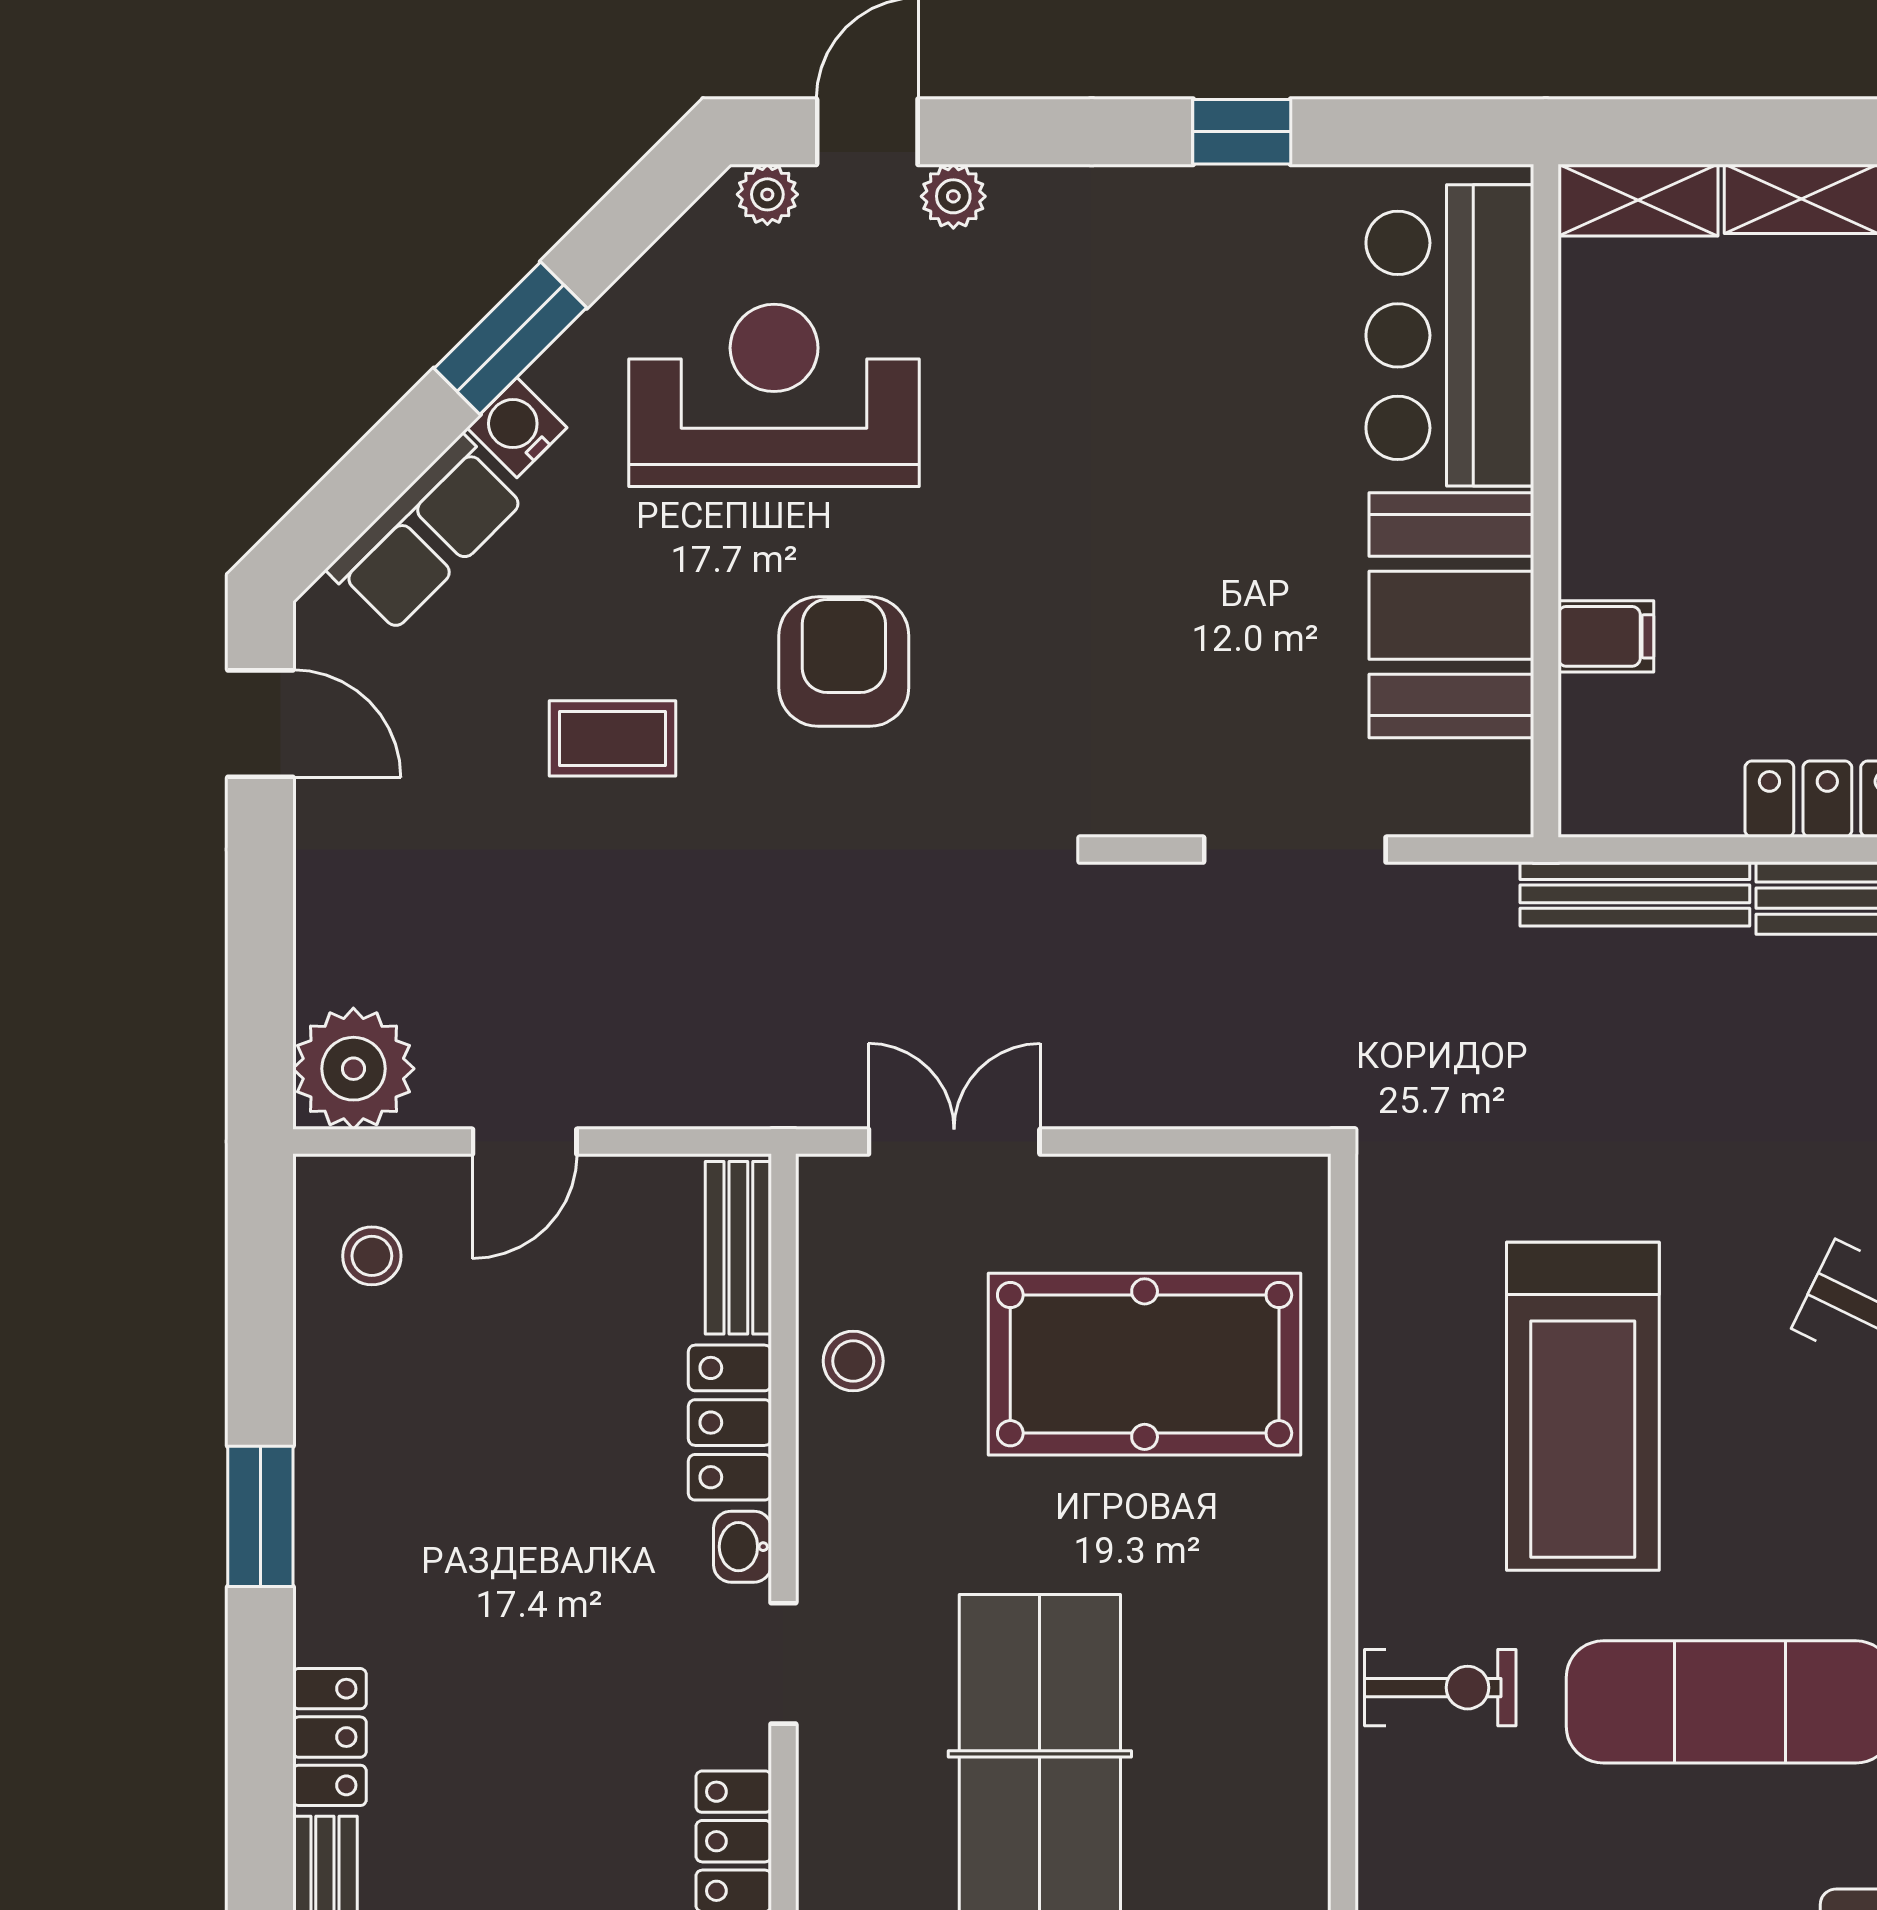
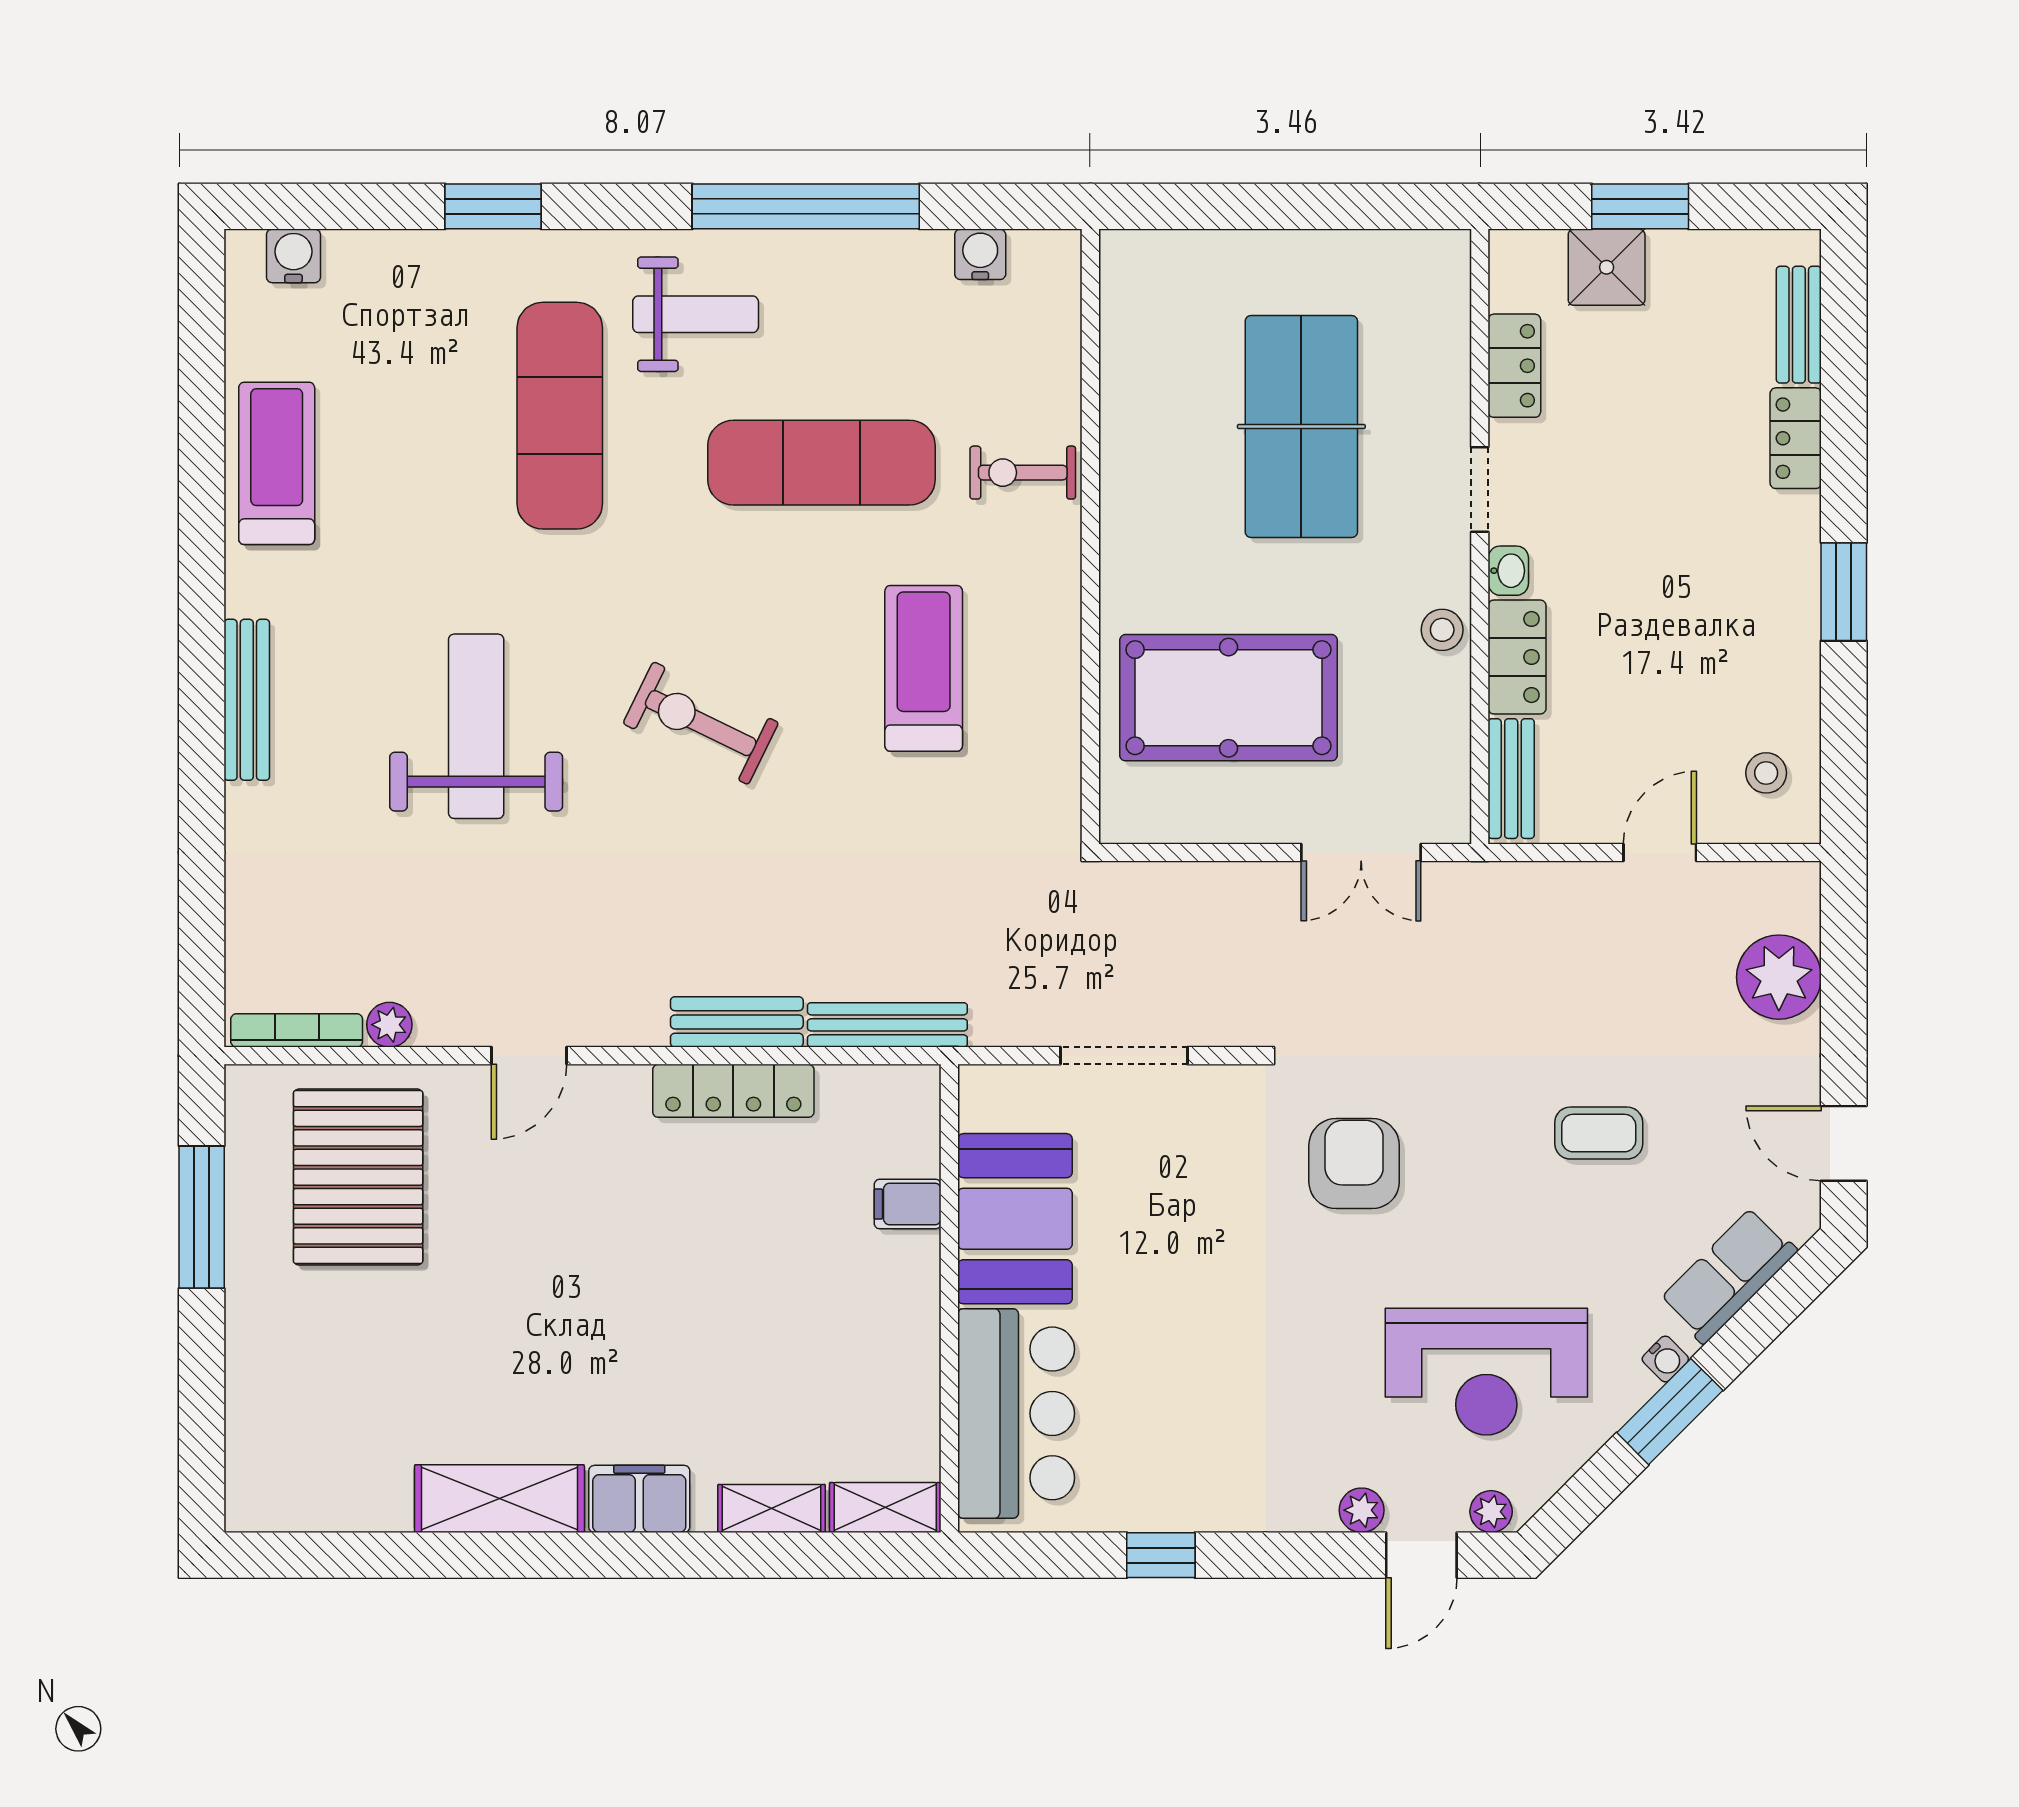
water cooler: (517, 428) -> (1665, 1359), width x0.72, depth x0.72
armchair: (844, 662) -> (1354, 1164), moved, turned 180
plant: (353, 1069) -> (1779, 977), moved
stool: (853, 1361) -> (1442, 630), moved
treadmill: (1583, 1406) -> (924, 668), width x0.73, depth x0.73

